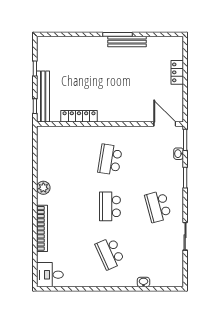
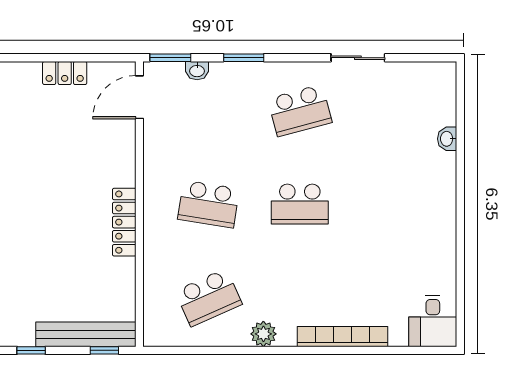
locker: (177, 72) -> (65, 73), moved
locker: (79, 116) -> (124, 222), moved
school desk: (110, 253) -> (209, 298), moved

